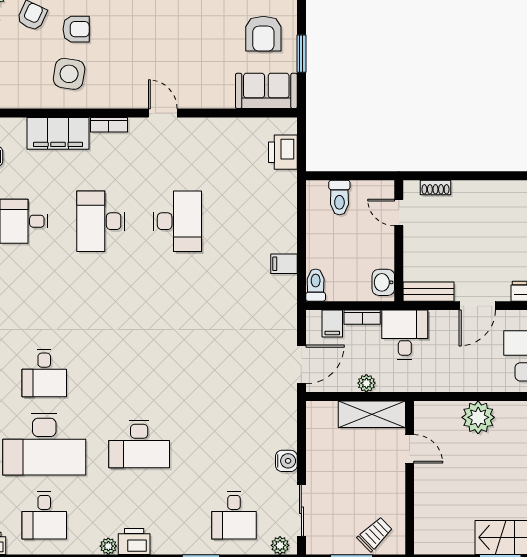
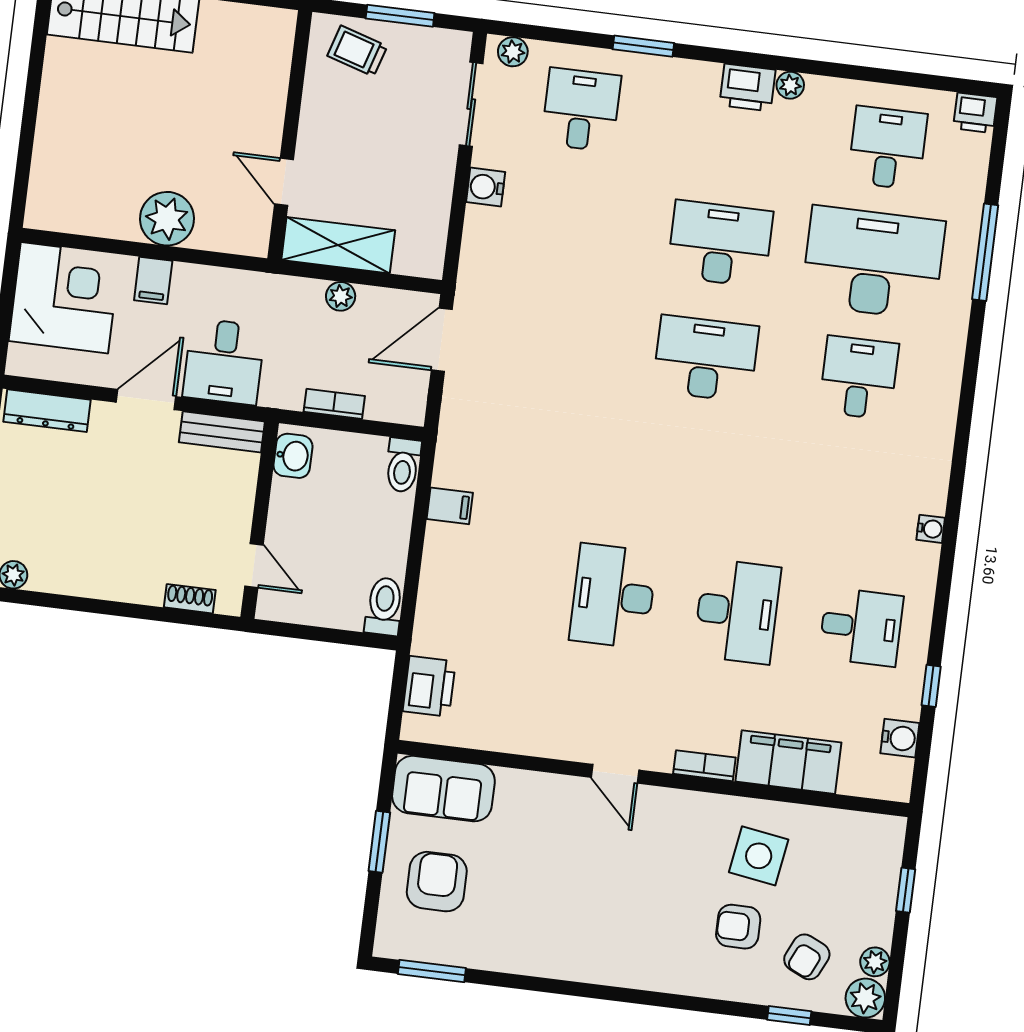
toilet: (339, 197) -> (384, 606), moved
filing cabinet: (332, 323) -> (153, 280), moved, turned 180
desk: (405, 335) -> (224, 362), moved
desk: (139, 373) -> (706, 359), added
trolley: (375, 534) -> (357, 51), turned 61

